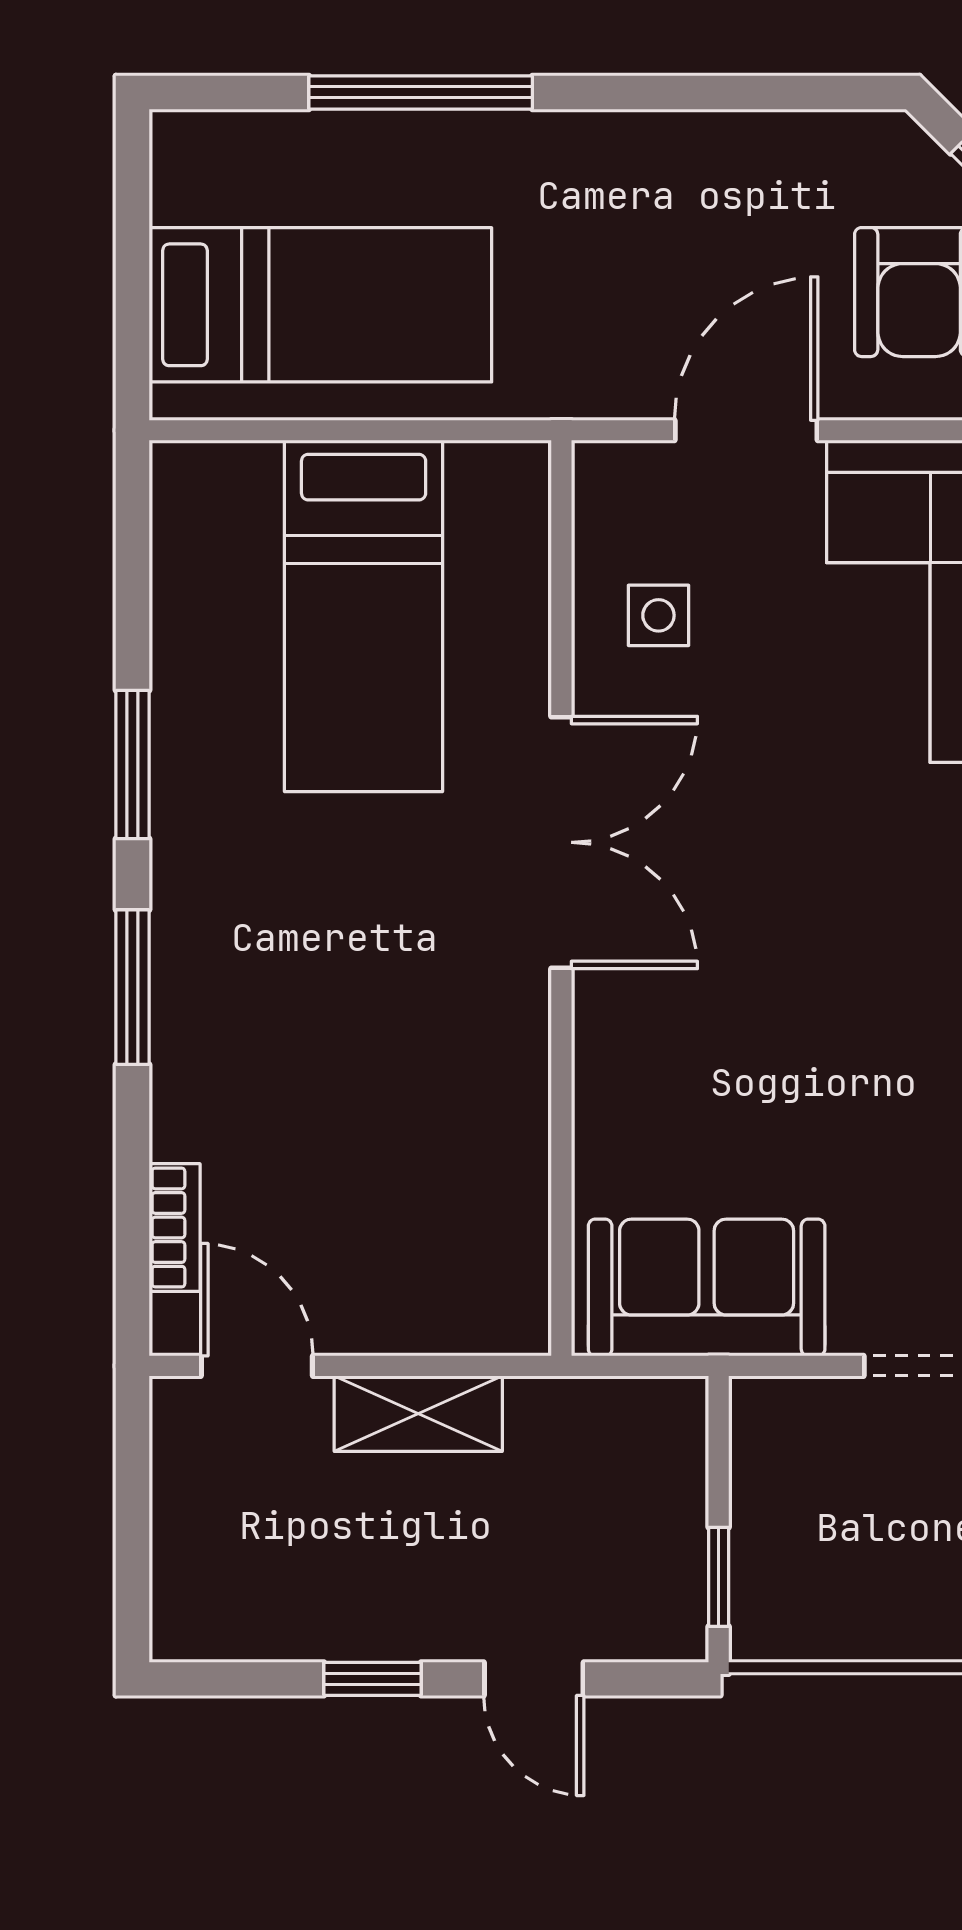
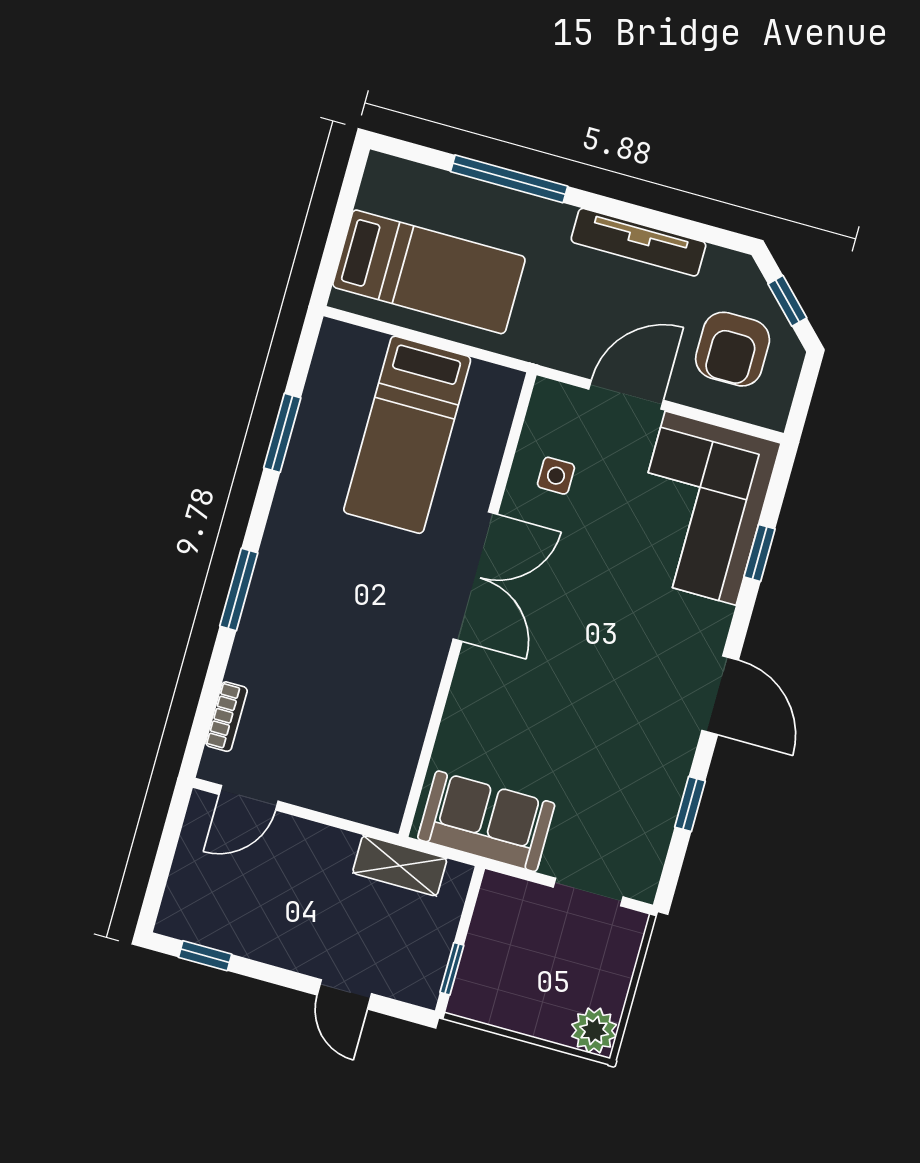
tv unit: (691, 143) -> (638, 242), added
window: (132, 765) -> (282, 433), moved
door: (257, 1366) -> (249, 798), swing flipped
shelving: (418, 1414) -> (400, 866), moved
window: (373, 1679) -> (205, 956), moved

